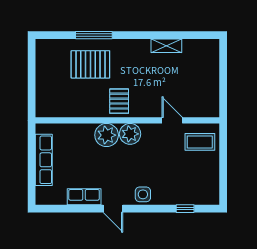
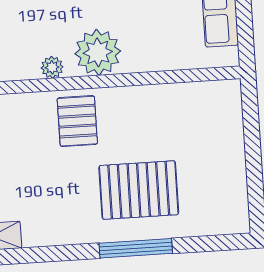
plant: (130, 134) -> (52, 67), width x0.53, depth x0.53

